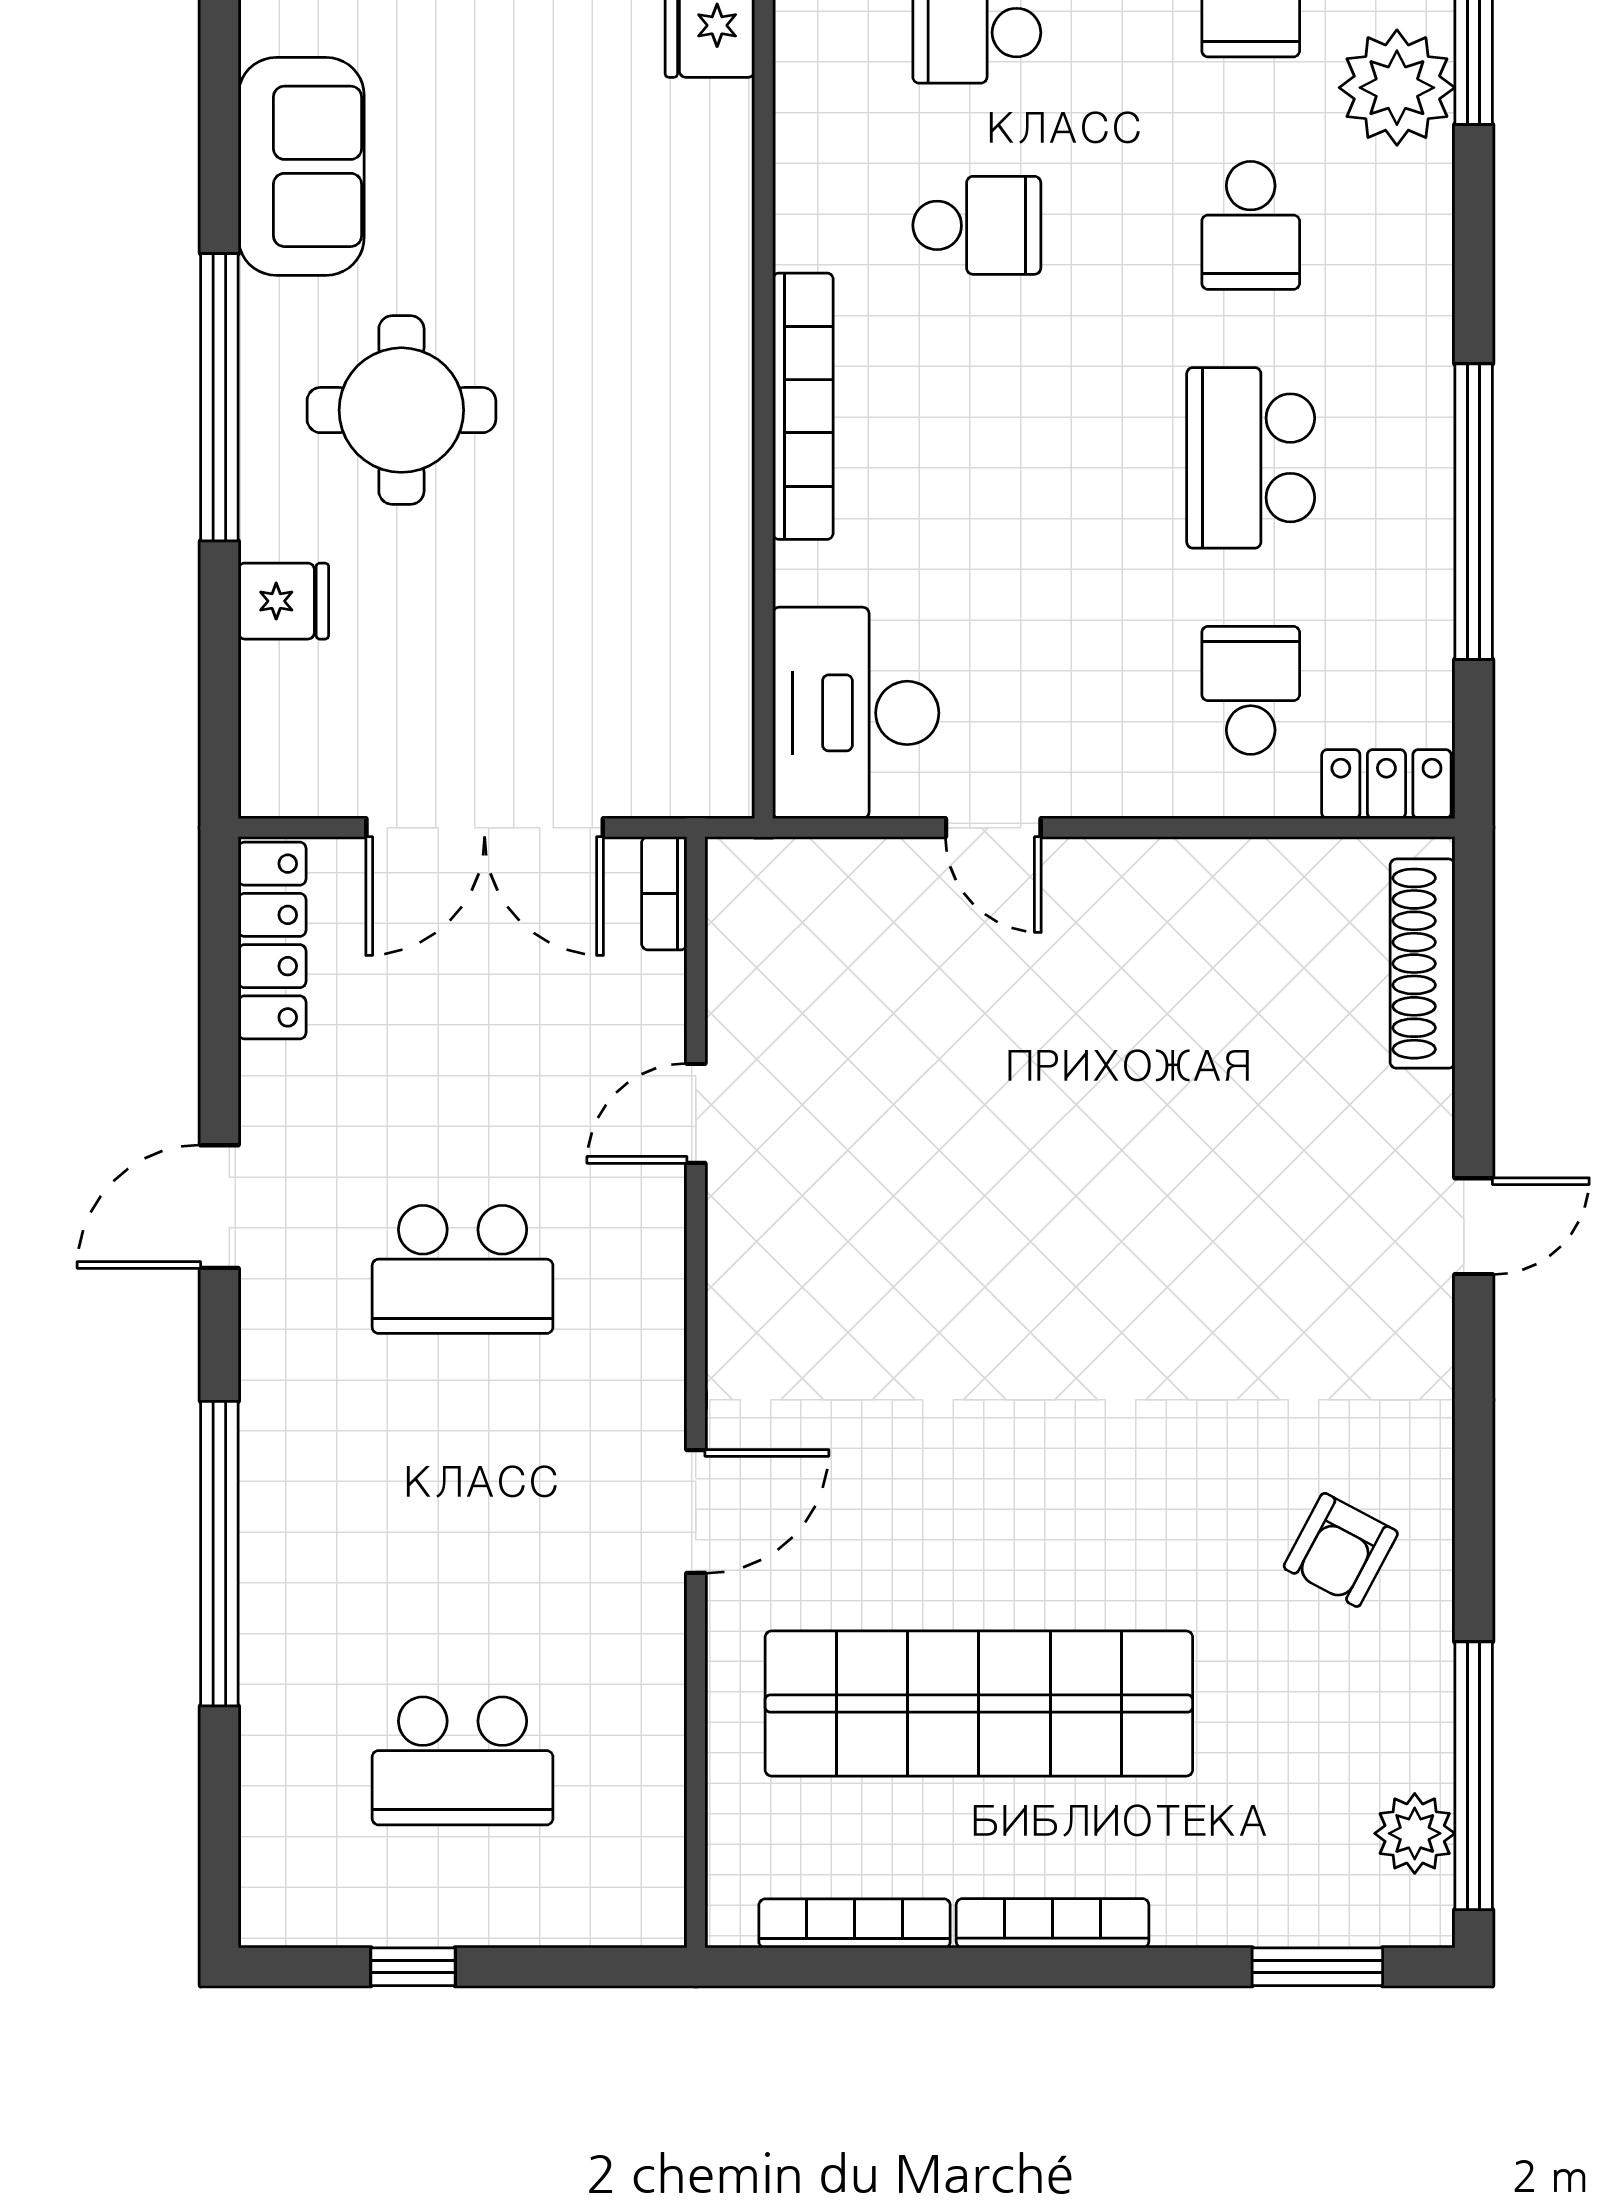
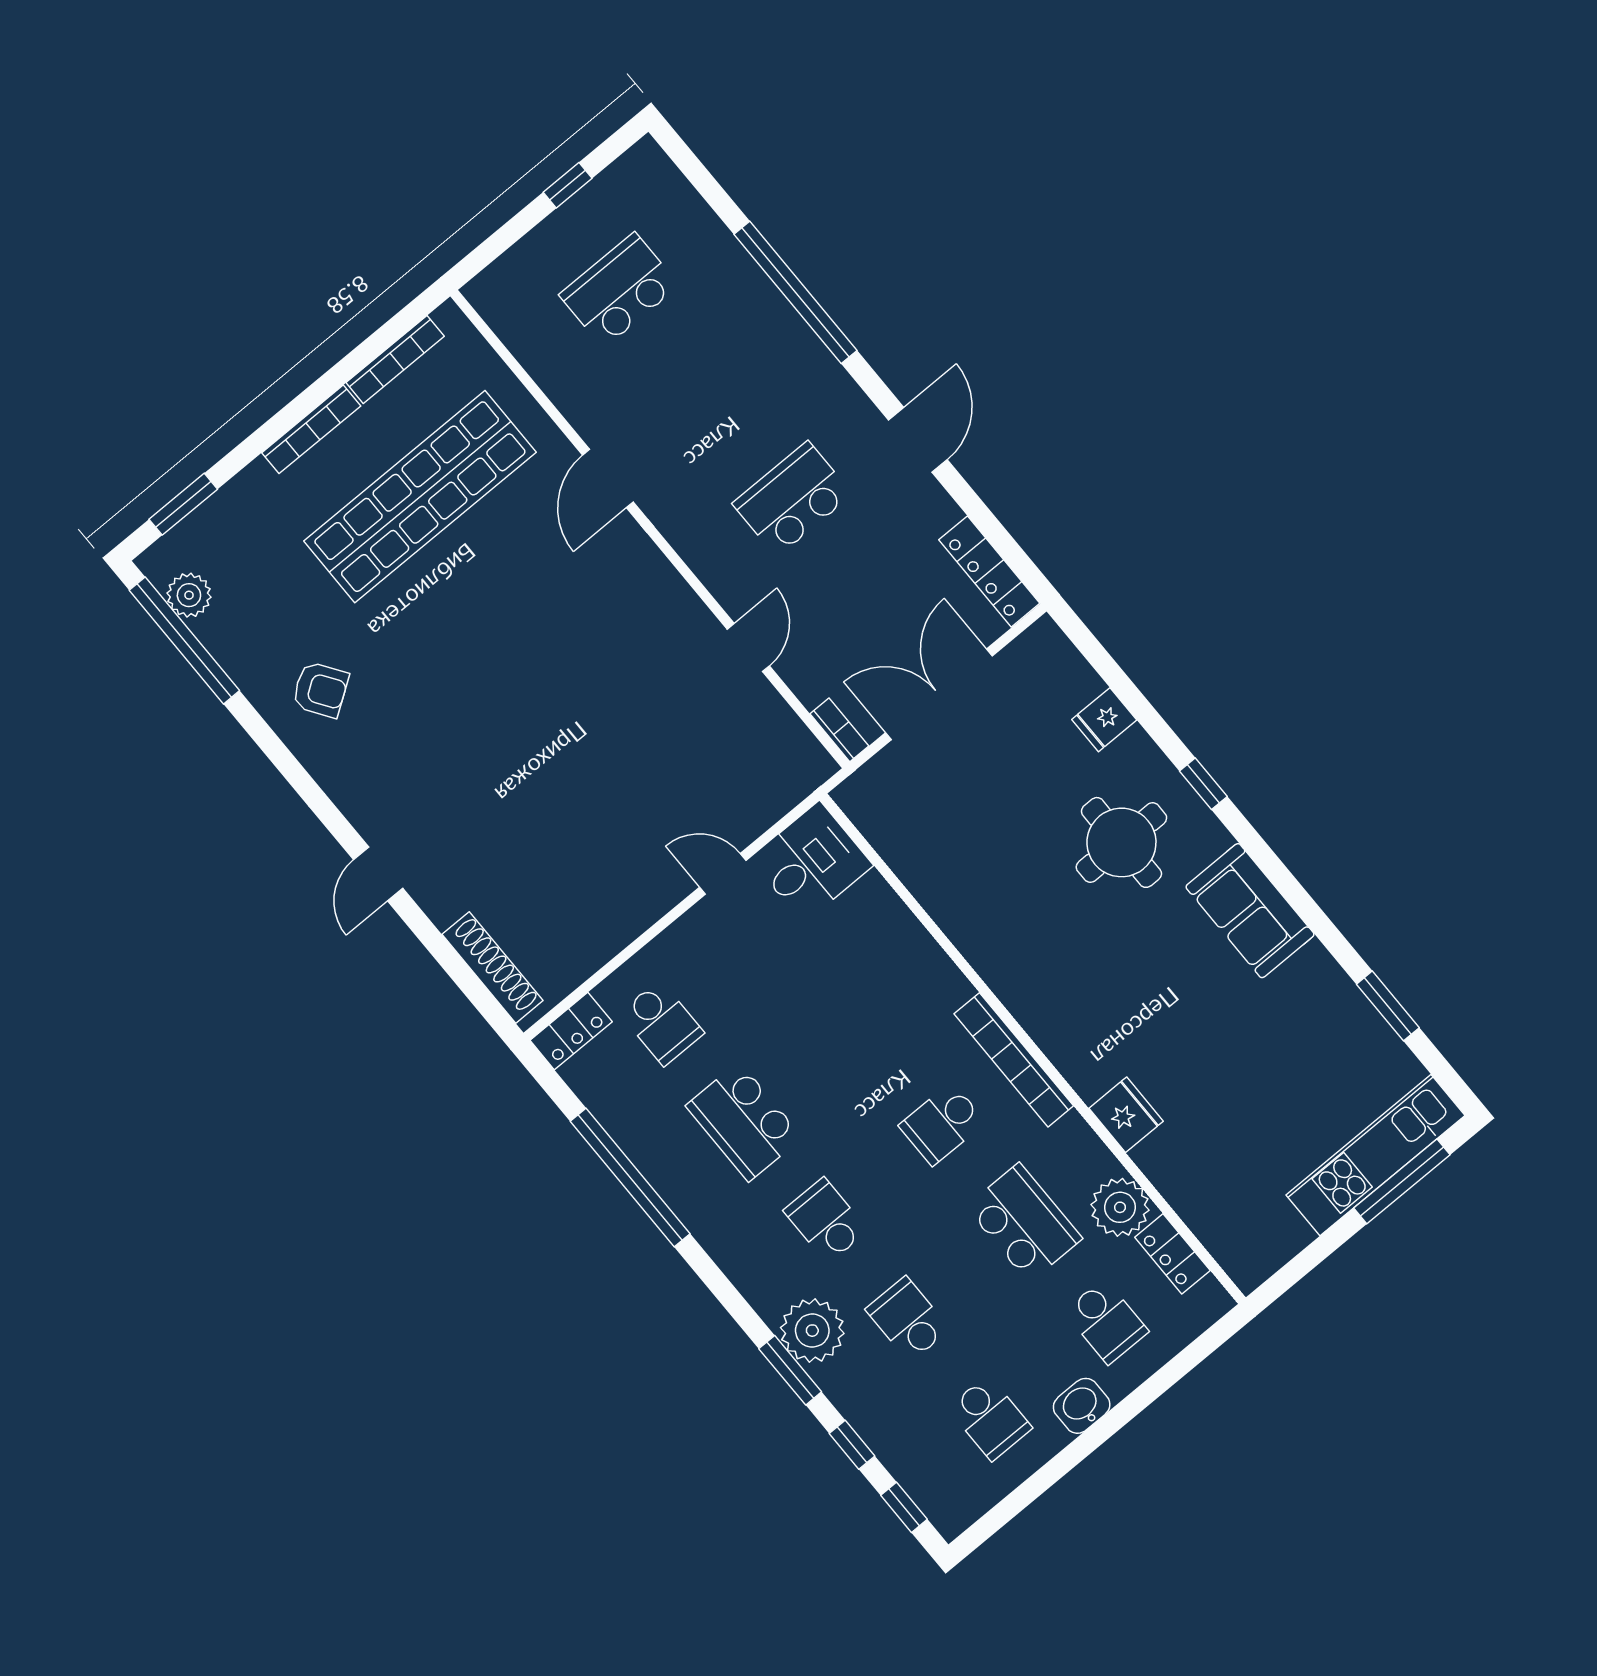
window: (219, 397) -> (1203, 784), width x0.32
bookcase: (803, 406) -> (1014, 1060), moved
school desk: (1251, 458) -> (744, 1122), turned 180
desk: (856, 713) -> (812, 862), width x0.73
armchair: (1341, 1550) -> (320, 690), turned 118

